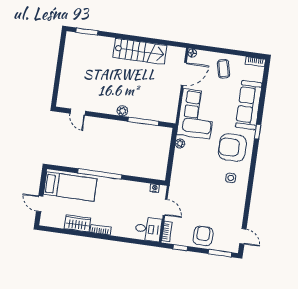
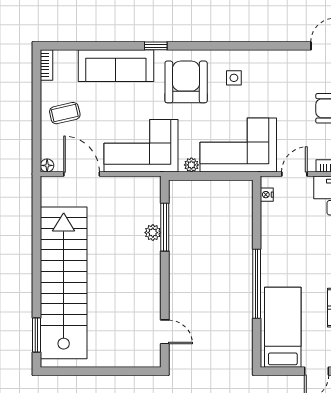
stairs: (140, 51) -> (64, 283), width x1.86, depth x1.51
plant: (122, 111) -> (153, 233), moved
door: (78, 112) -> (165, 332), hinge flipped
armchair: (232, 148) -> (186, 82), turned 180
corner sofa: (188, 175) -> (238, 145), added

